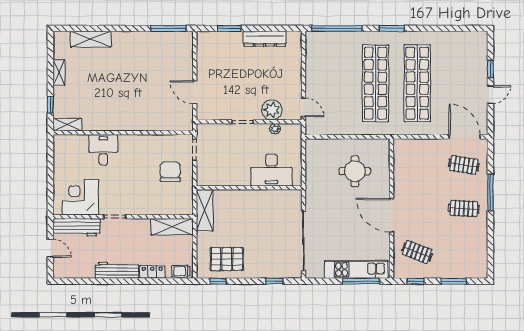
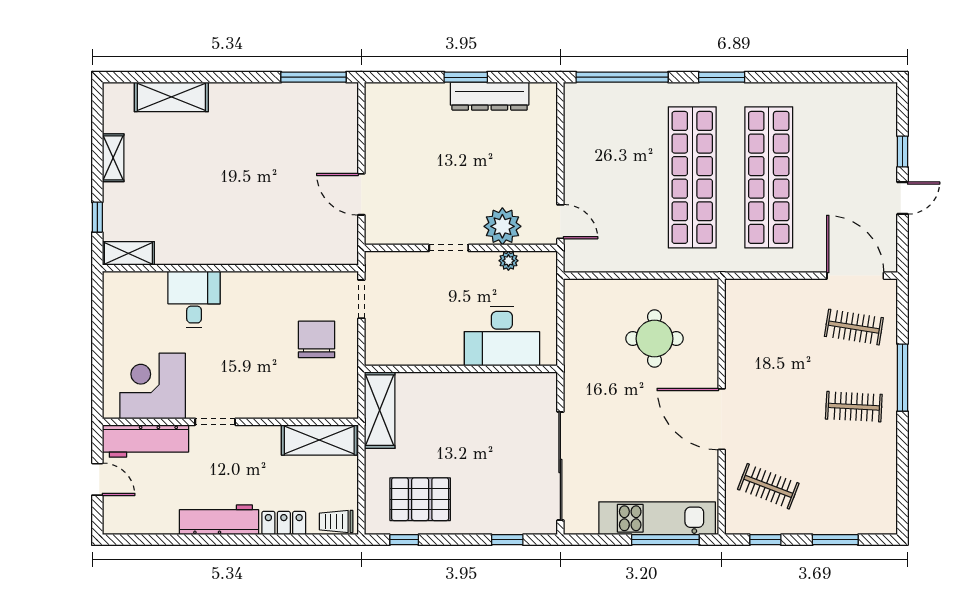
window: (229, 28) -> (466, 77), moved

